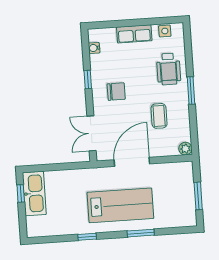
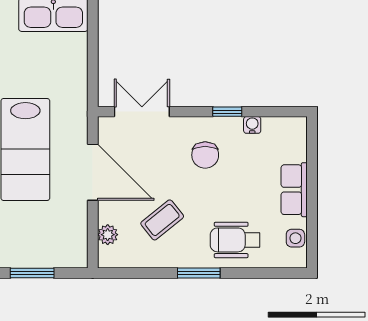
water cooler: (94, 48) -> (252, 125), moved
coffee table: (159, 116) -> (162, 220), turned -39
plant: (185, 149) -> (108, 235), moved

